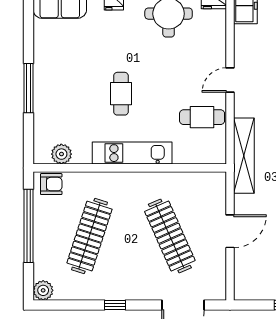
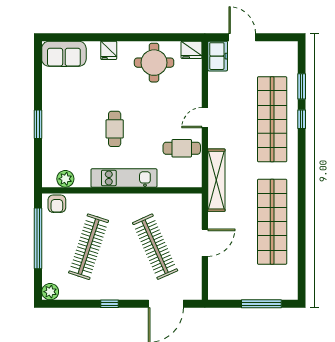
window: (28, 88) -> (38, 124), width x0.69
armchair: (51, 184) -> (57, 204), turned 90

